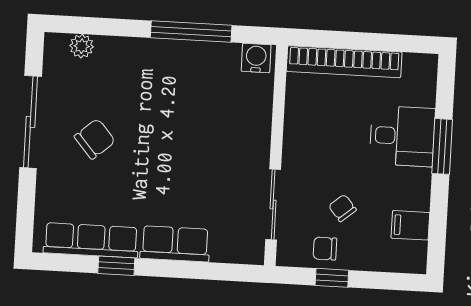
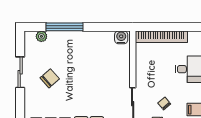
window: (191, 31) -> (64, 27), moved
sliding door: (31, 122) -> (20, 72), width x0.73

